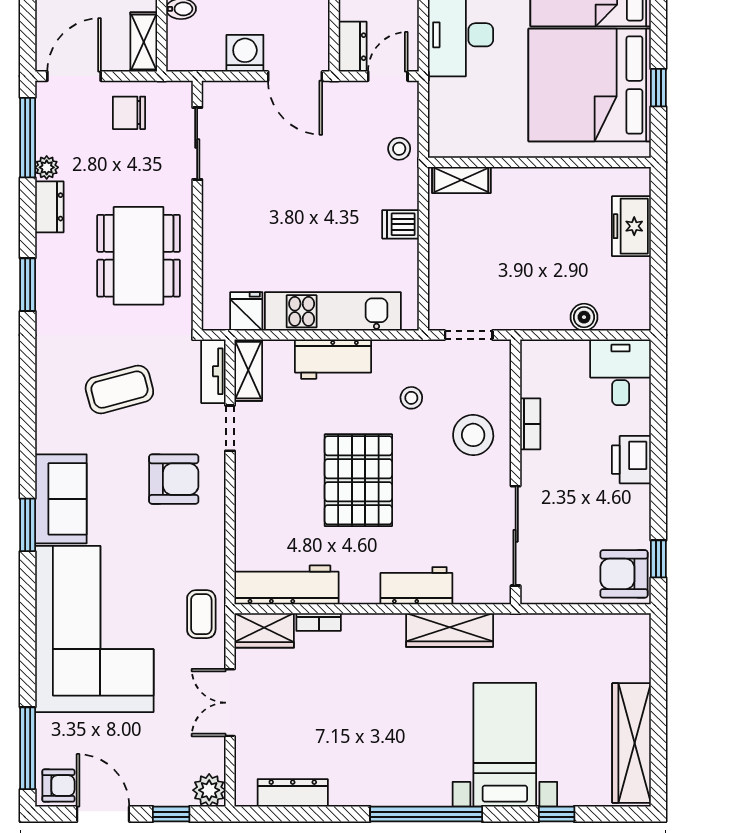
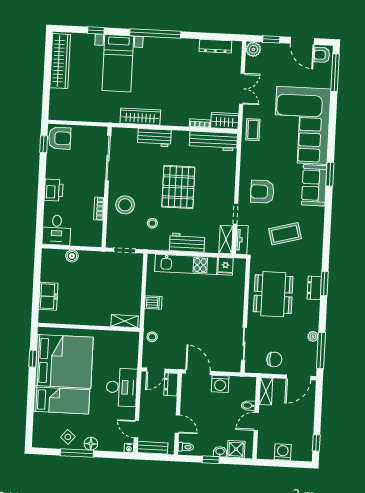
dresser: (49, 207) -> (314, 288), moved

